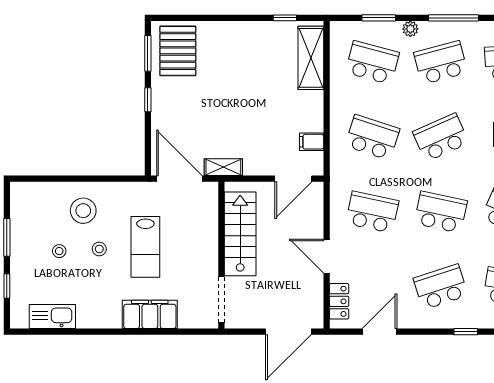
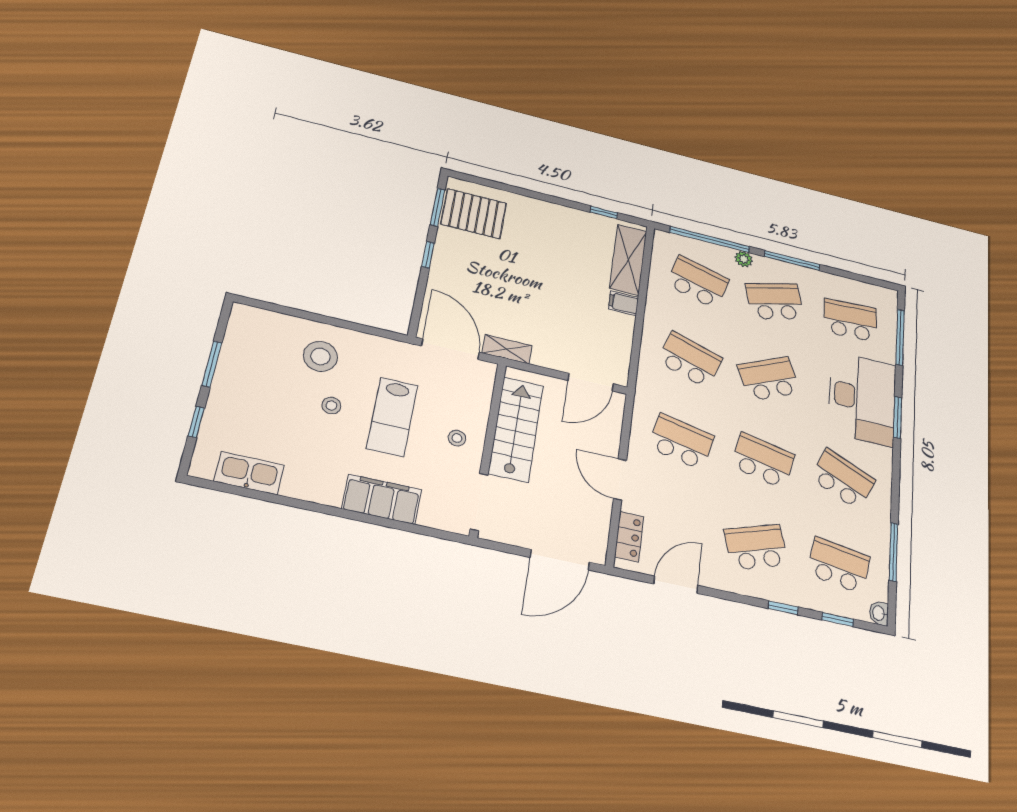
window: (379, 18) -> (710, 239), width x2.11
pallet: (178, 51) -> (474, 214), turned 90
filing cabinet: (312, 142) -> (624, 303), moved
stool: (59, 251) -> (457, 438), moved

